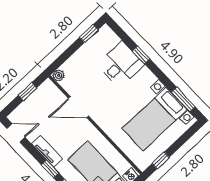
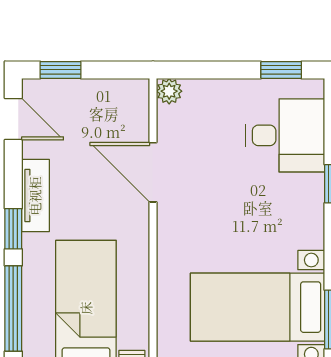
desk: (121, 65) -> (285, 135), moved
window: (27, 92) -> (61, 70), moved

